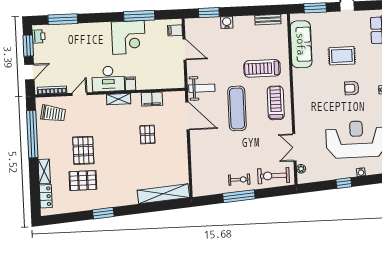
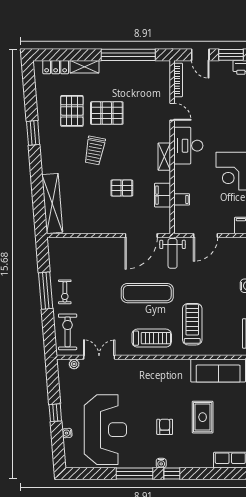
door: (184, 49) -> (206, 235), moved
filing cabinet: (130, 84) -> (182, 199), moved
trolley: (53, 113) -> (95, 151), moved

